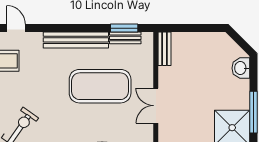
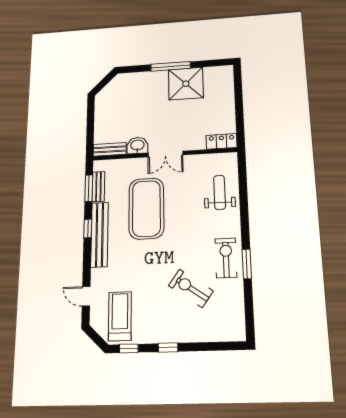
door: (16, 28) -> (86, 296), hinge flipped
window: (83, 28) -> (88, 228), added
washbasin: (241, 68) -> (137, 145), moved, turned 180

